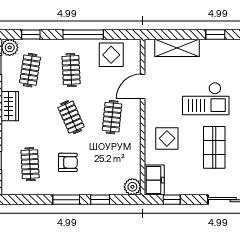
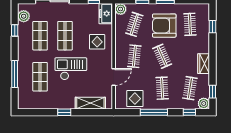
armchair: (68, 162) -> (164, 26), width x1.88, depth x1.88
clothes rail: (112, 164) -> (134, 24), added

